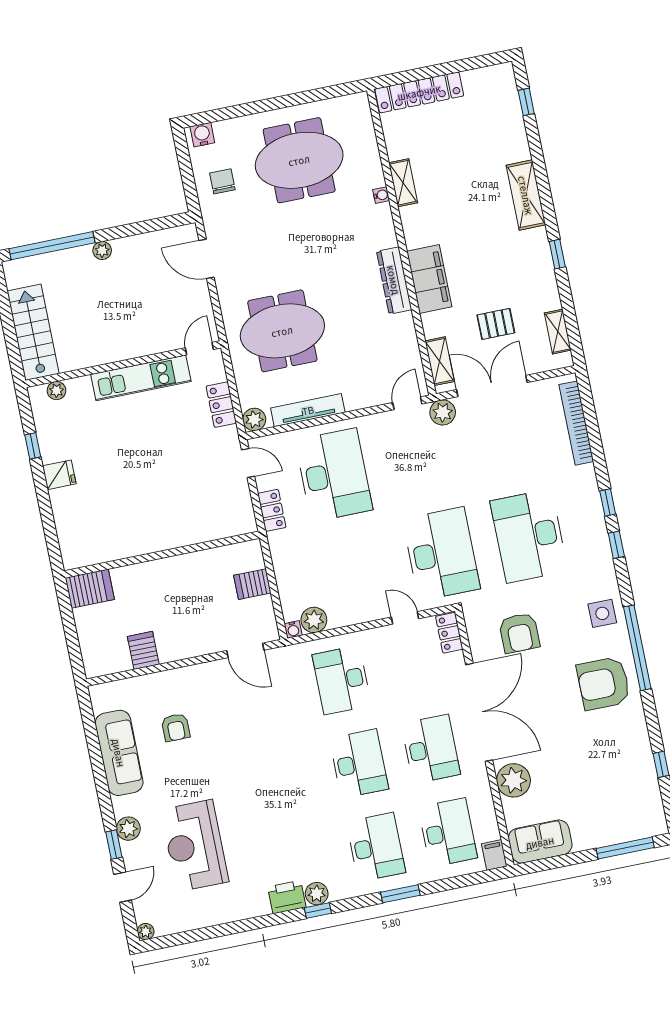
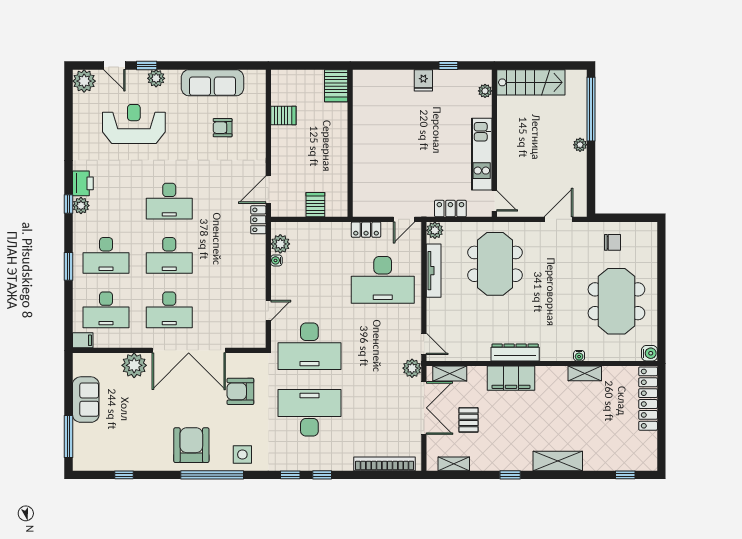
water cooler: (202, 135) -> (649, 353), moved
water cooler: (293, 629) -> (276, 260), moved
locker: (449, 633) -> (258, 220), moved, turned -90
desk: (342, 680) -> (169, 201), moved, turned 180
sofa: (540, 842) -> (86, 400), moved
plant: (146, 932) -> (84, 81), width x1.88, depth x1.88

